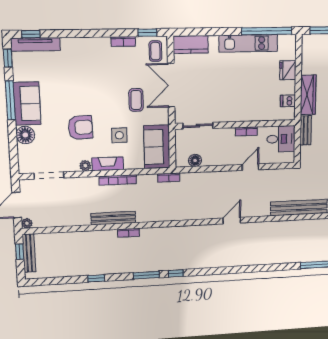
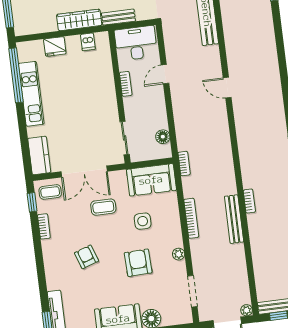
armchair: (90, 79) -> (86, 257), added
desk: (281, 139) -> (136, 43), width x1.37
fireplace: (108, 164) -> (175, 231), removed
door: (250, 167) -> (165, 74), hinge flipped

